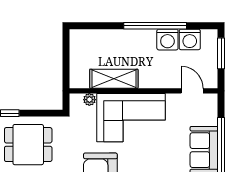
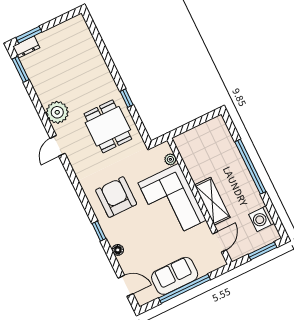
window: (155, 26) -> (250, 167), moved
washing machine: (167, 40) -> (252, 200), removed
shelving: (114, 79) -> (212, 201), moved

